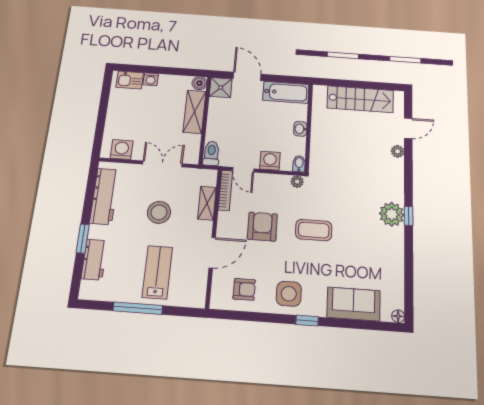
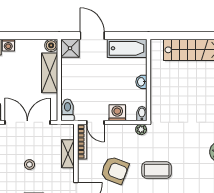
double door: (162, 164) -> (27, 122), width x1.37
stool: (159, 212) -> (29, 165), width x0.53, depth x0.53
armchair: (262, 227) -> (115, 170), turned 111

